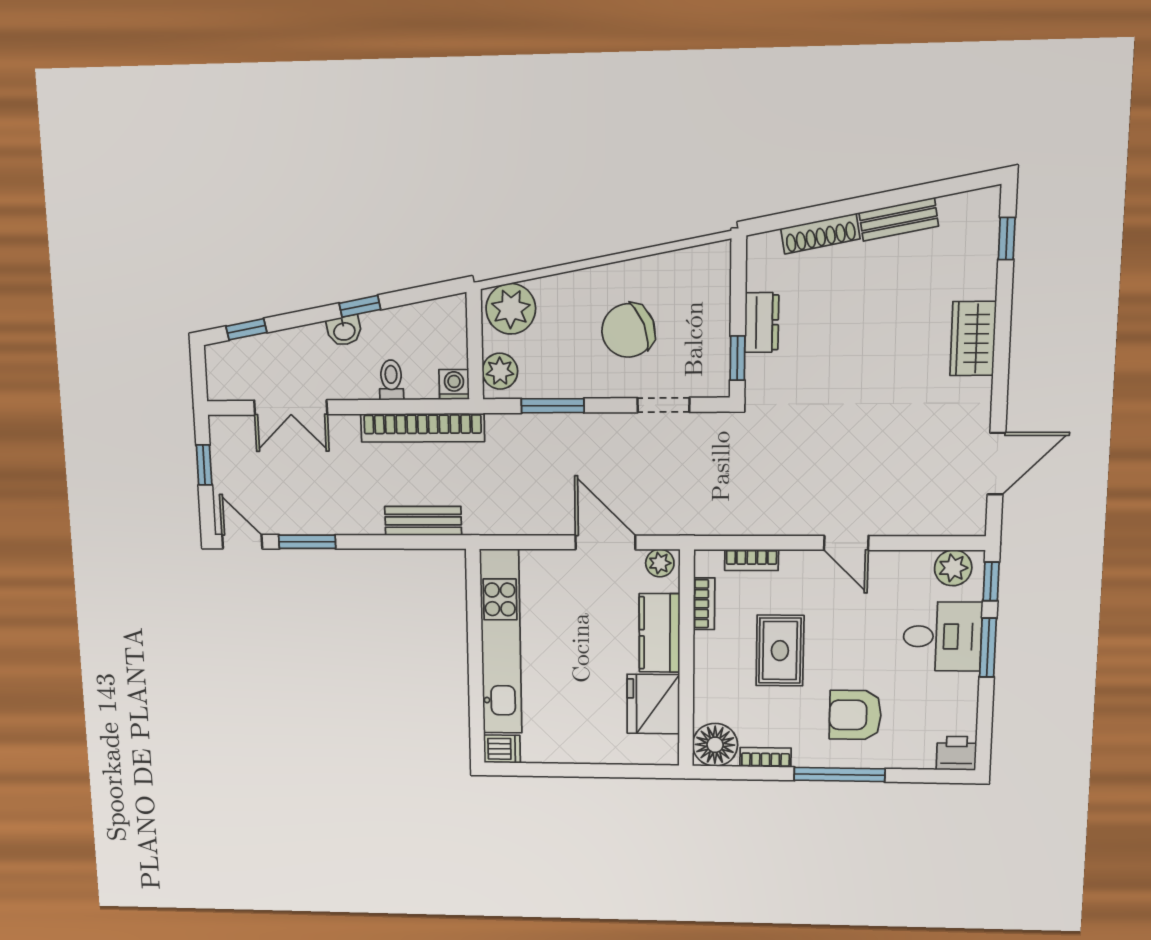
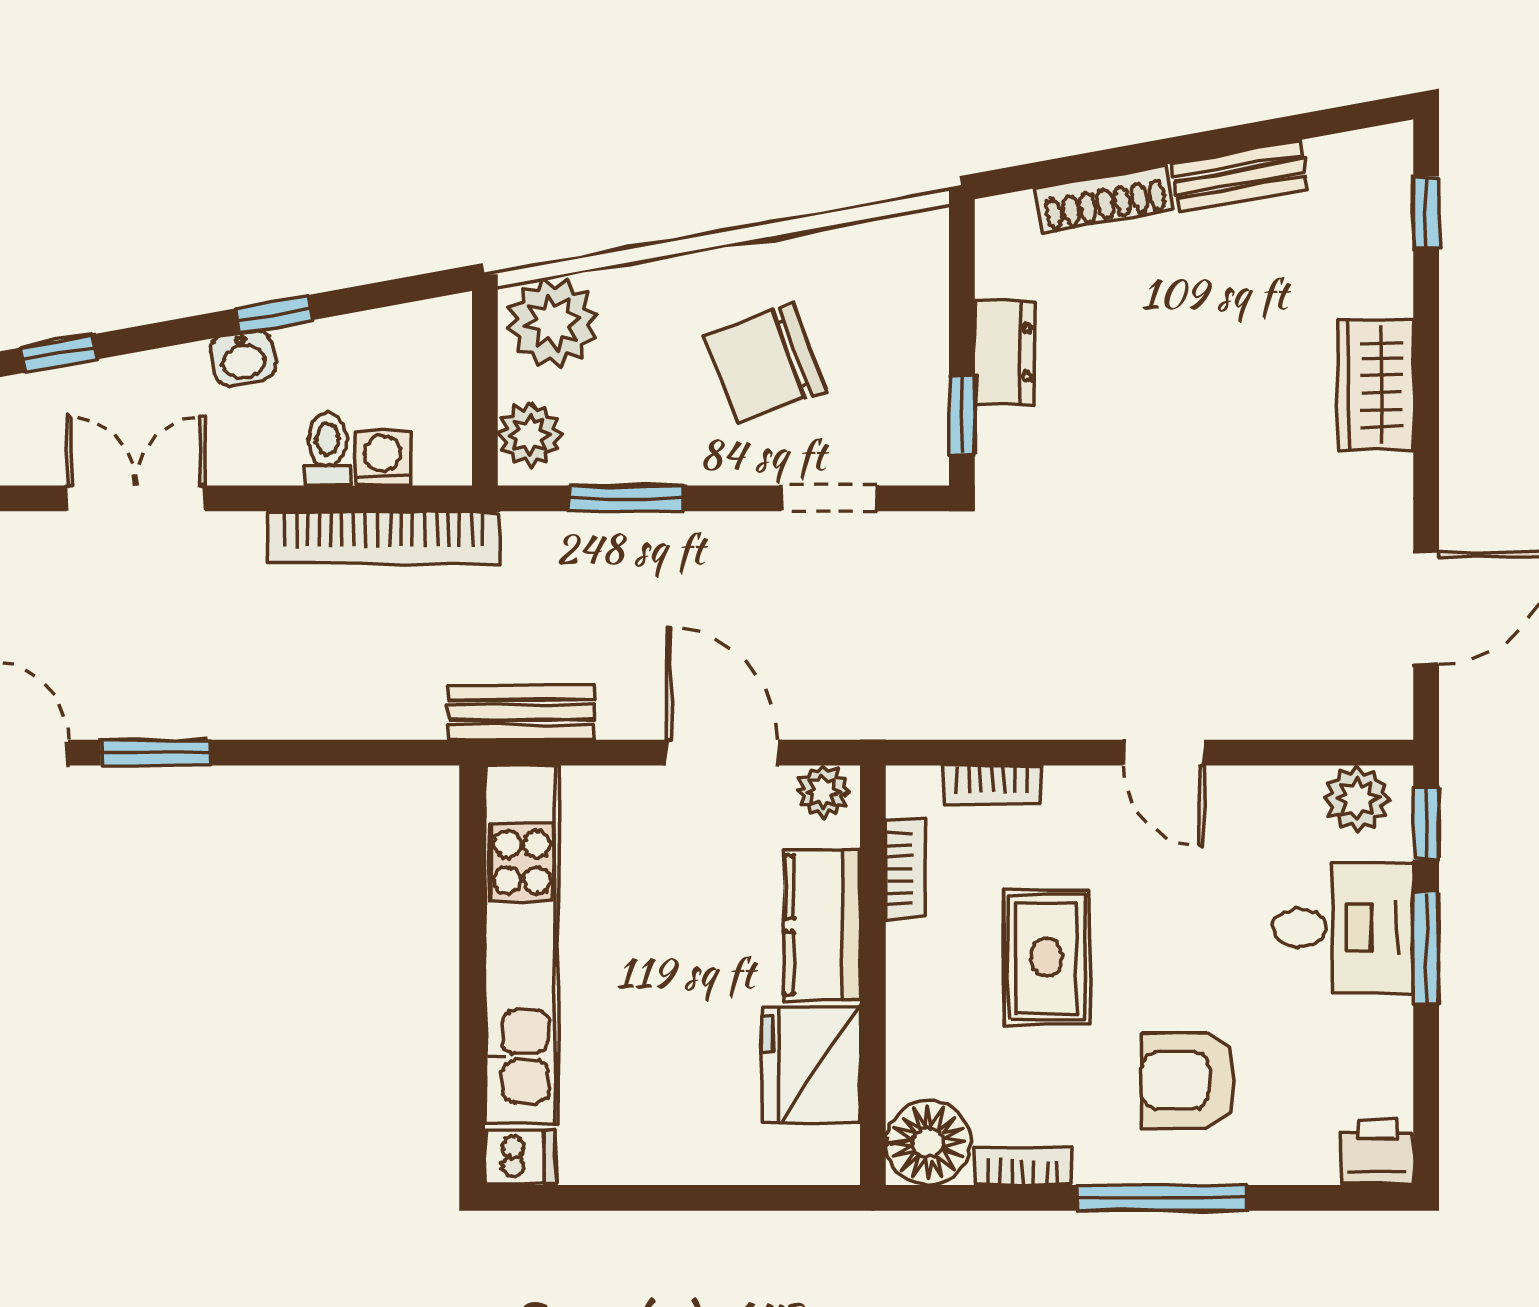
washing machine: (454, 384) -> (383, 458), moved
double door: (291, 407) -> (136, 498), swing flipped
bench: (423, 521) -> (521, 712), moved

